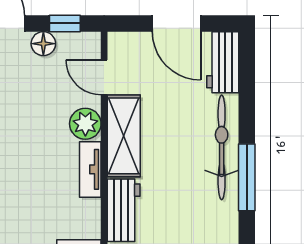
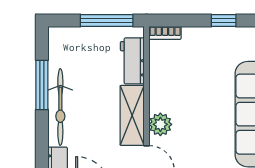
tv unit: (90, 169) -> (157, 91), removed

